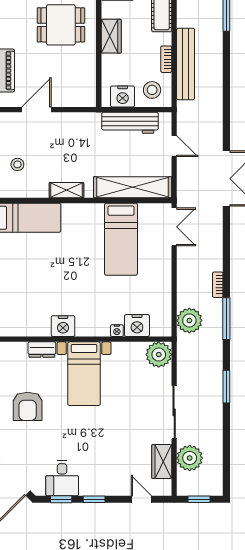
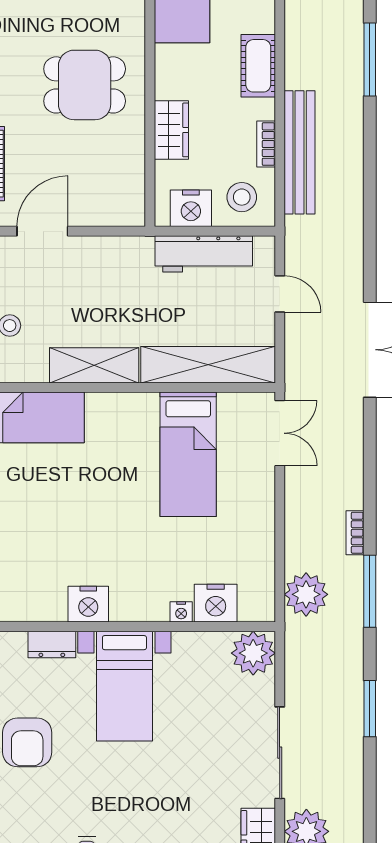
wardrobe: (111, 36) -> (171, 130), moved
shelving: (66, 190) -> (94, 365), width x1.50, depth x1.33

